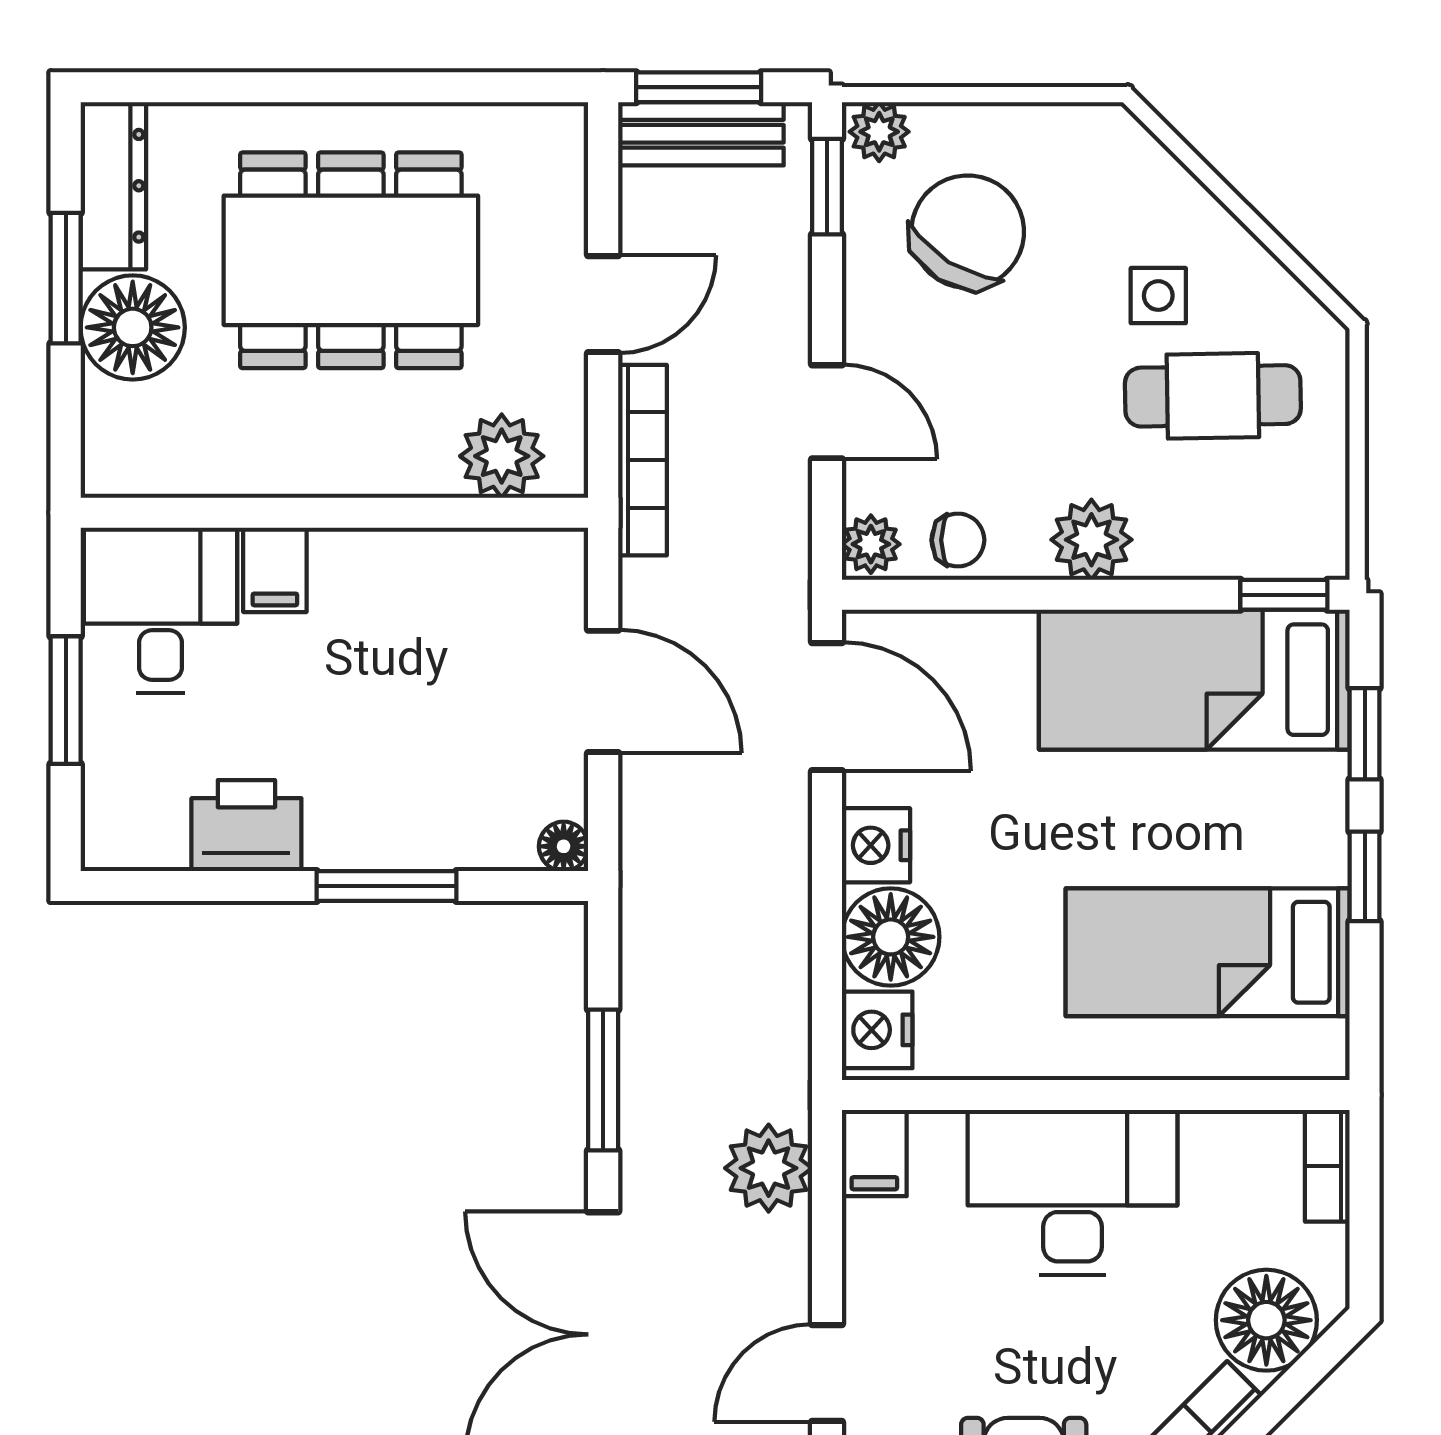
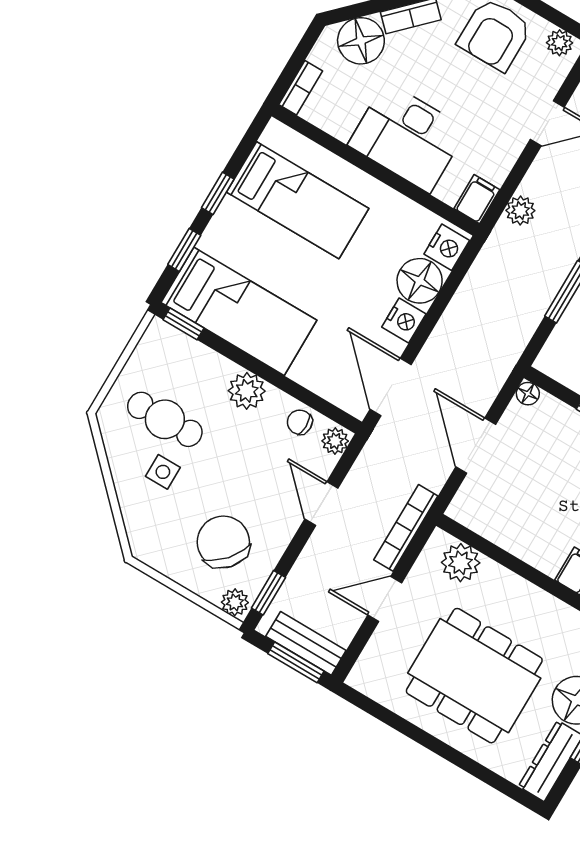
chair: (968, 232) -> (223, 542), turned 99
plant: (769, 1168) -> (520, 211), width x0.73, depth x0.73

